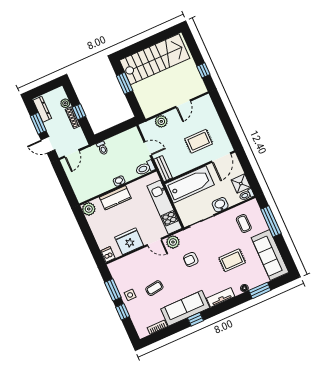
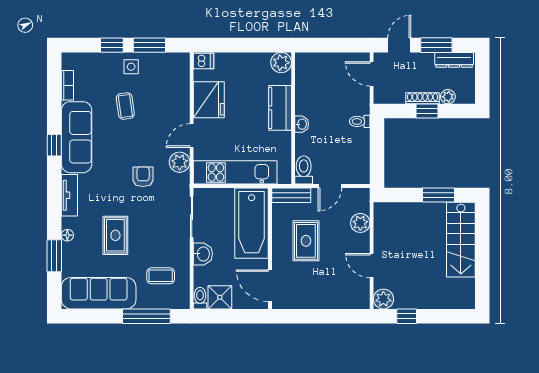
stairs: (155, 59) -> (461, 240), width x0.73, depth x0.66
plant: (199, 88) -> (383, 299), added
rug: (199, 141) -> (306, 241), moved

